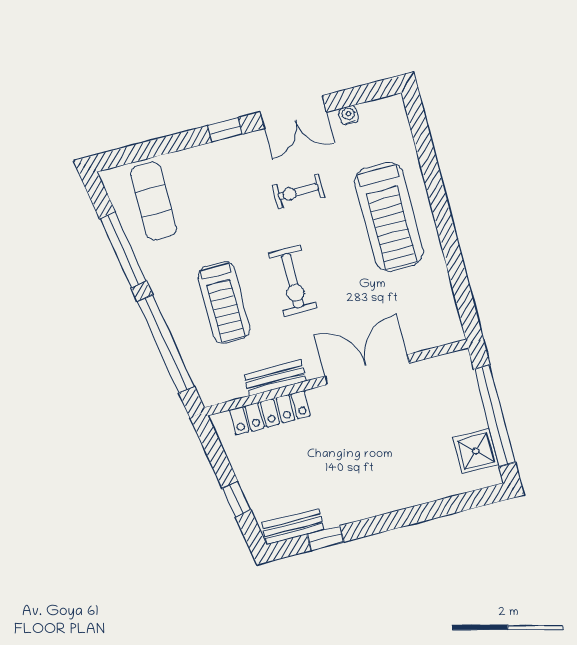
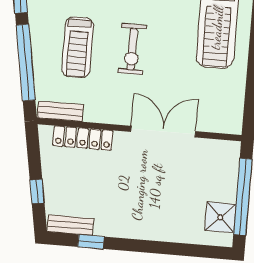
bench: (275, 378) -> (60, 111), moved

